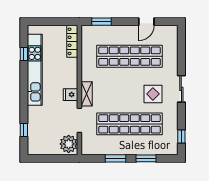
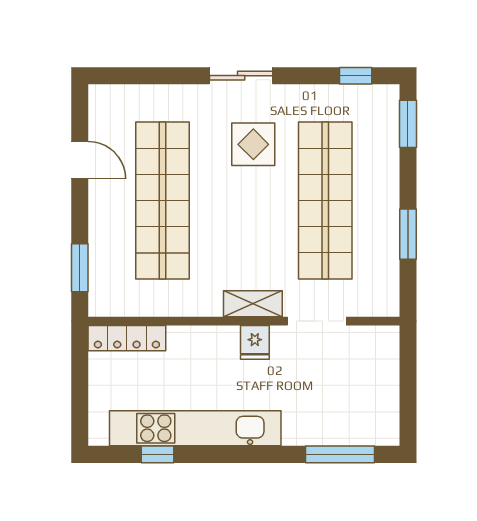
window: (24, 130) -> (340, 454), width x2.17
plant: (69, 144) -> (373, 347), removed
window: (146, 158) -> (408, 124), moved

